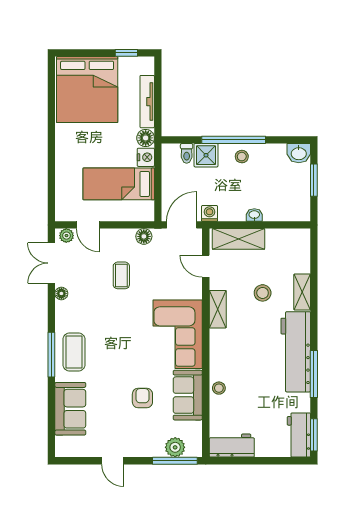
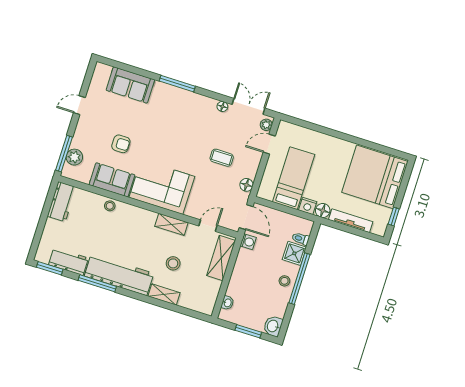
washbasin: (254, 215) -> (227, 303), moved
coffee table: (74, 352) -> (174, 102), removed
workbench: (299, 435) -> (69, 261), moved

